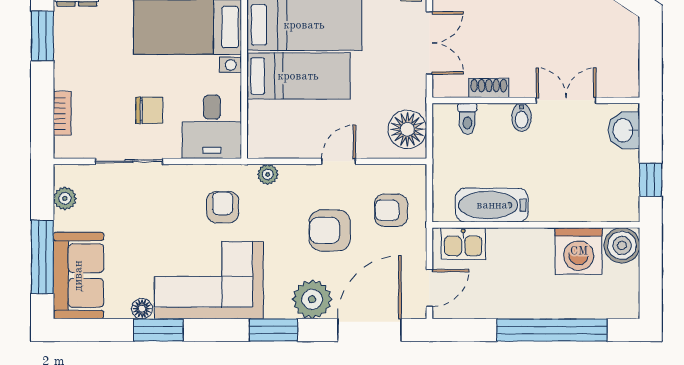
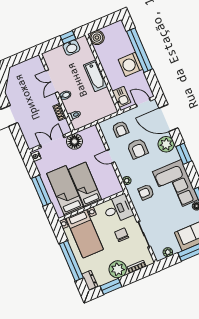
plant: (75, 68) -> (118, 269), added
floor lamp: (407, 129) -> (74, 141), moved
washbasin: (624, 130) -> (71, 48), moved
bathtub: (492, 205) -> (95, 76), moved
washing machine: (579, 251) -> (130, 64), moved, turned 180

